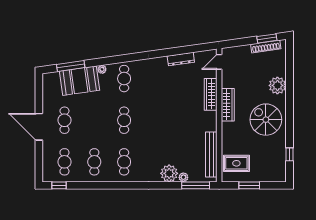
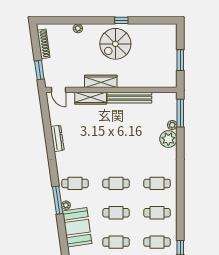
window: (267, 38) -> (39, 70), moved
dresser: (181, 59) -> (57, 138), moved
window: (71, 66) -> (58, 200), moved
plant: (277, 85) -> (78, 28), width x0.53, depth x0.53
cafe table: (94, 120) -> (116, 213), added
window: (290, 154) -> (121, 20), moved
bench: (211, 155) -> (129, 98), moved
rug: (236, 163) -> (158, 73), removed

